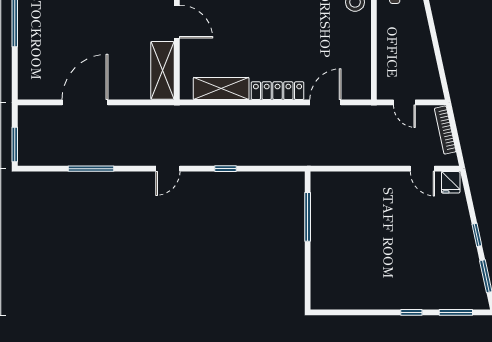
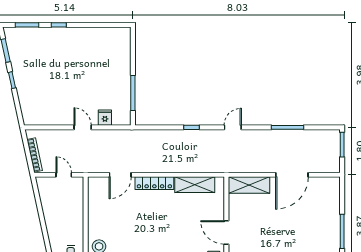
shelving: (162, 70) -> (249, 185), moved, turned 90
door: (422, 169) -> (83, 127), moved
fridge: (451, 182) -> (105, 118), moved

